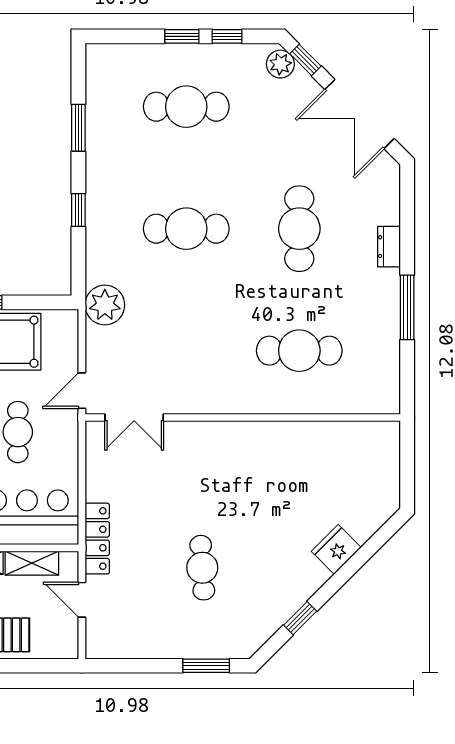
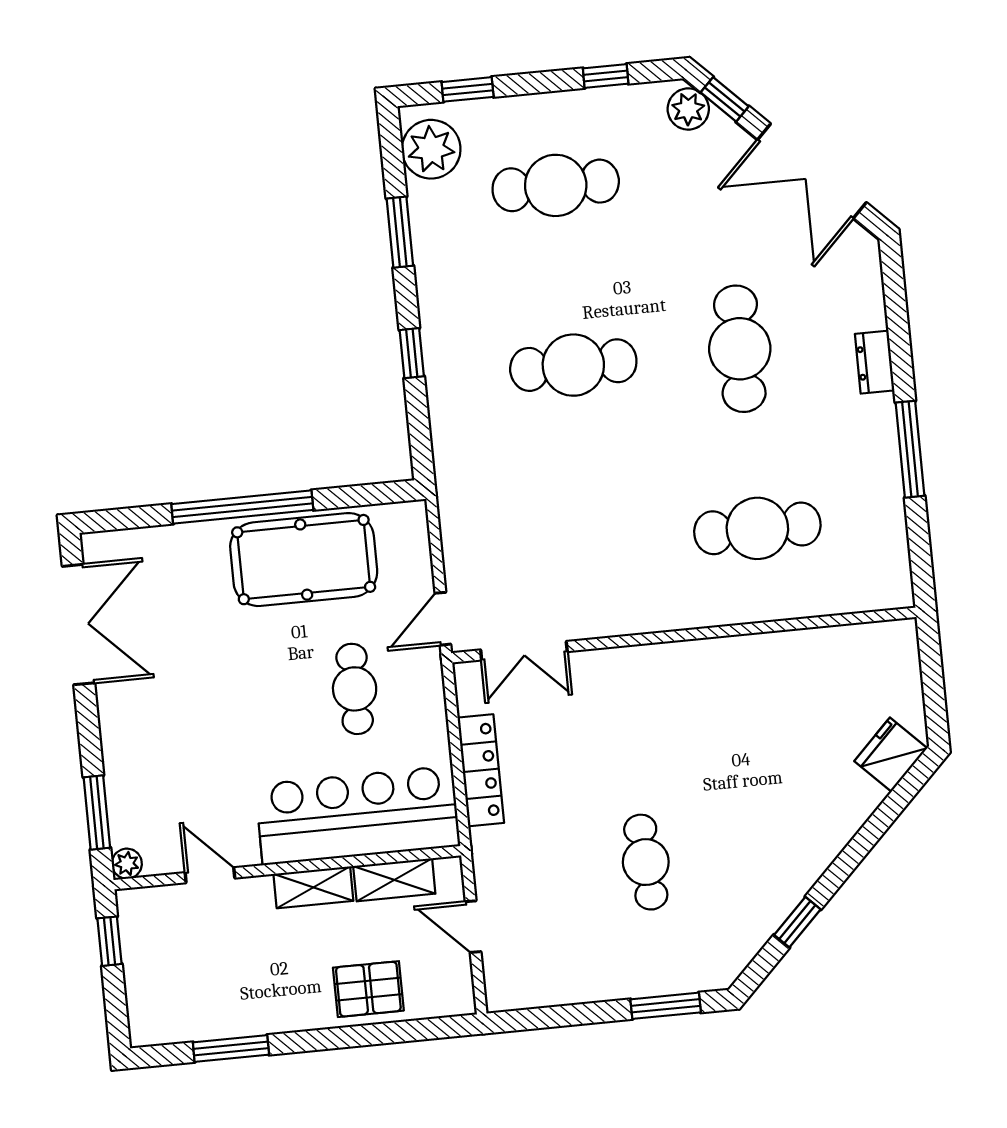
window: (182, 36) -> (468, 89), moved
plant: (105, 305) -> (431, 149), moved
locker: (97, 539) -> (481, 770), moved
fridge: (336, 549) -> (891, 755), moved

